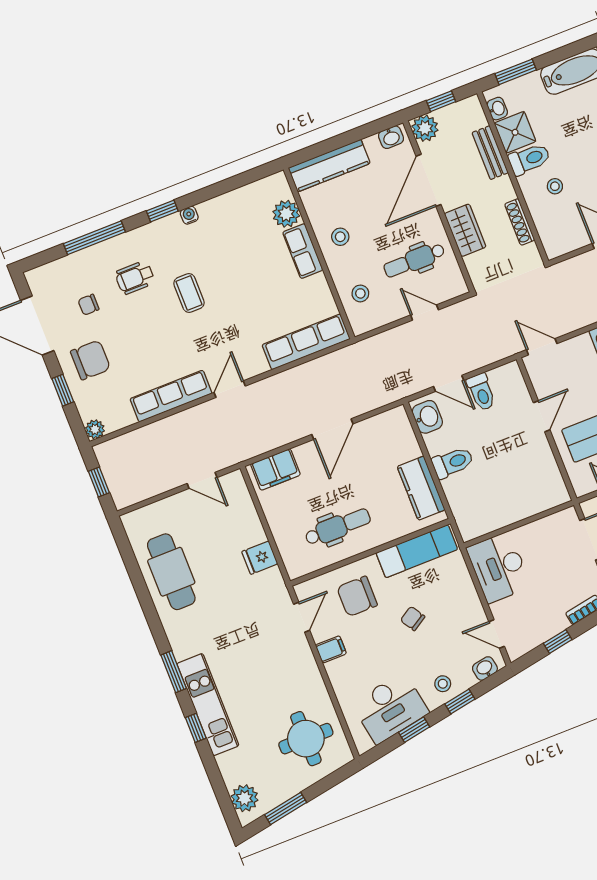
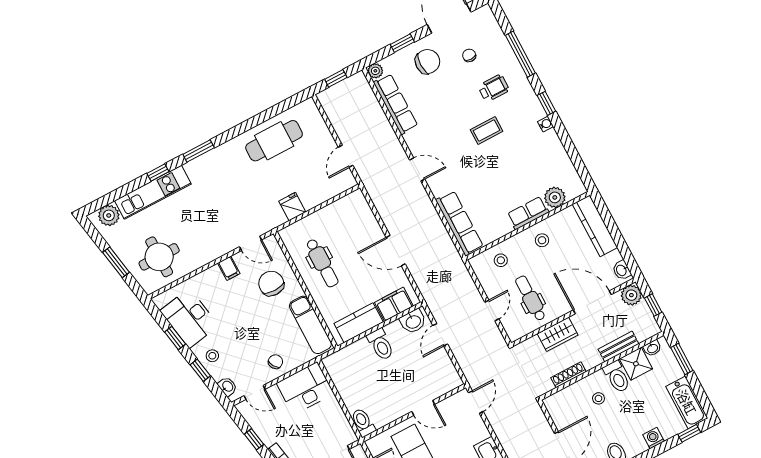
wheelchair: (135, 278) -> (494, 88), turned 90
chair: (90, 360) -> (427, 62), turned -90
toilet: (481, 392) -> (363, 423), moved, turned 90
row of seats: (171, 396) -> (396, 104), moved
filing cabinet: (275, 469) -> (394, 304), moved, turned 90
chair: (413, 618) -> (275, 362), moved
door: (497, 634) -> (255, 392), swing flipped
kitchen unit: (208, 705) -> (153, 192), moved
window: (286, 809) -> (116, 262), moved

